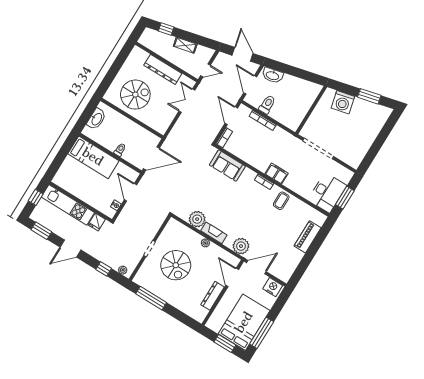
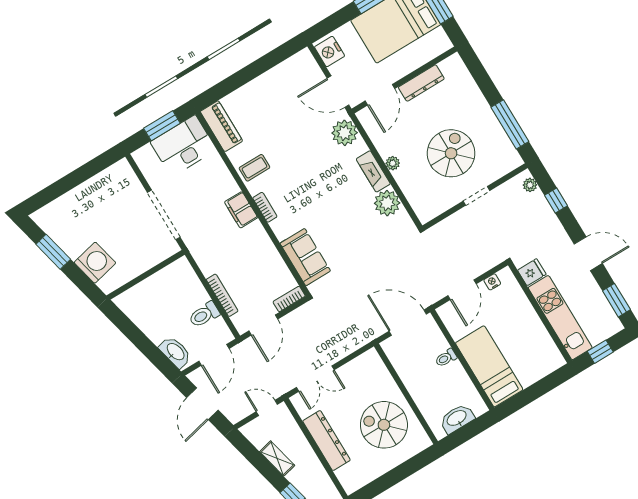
piano: (307, 237) -> (221, 126), moved, turned -90

